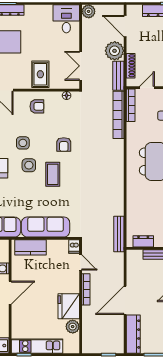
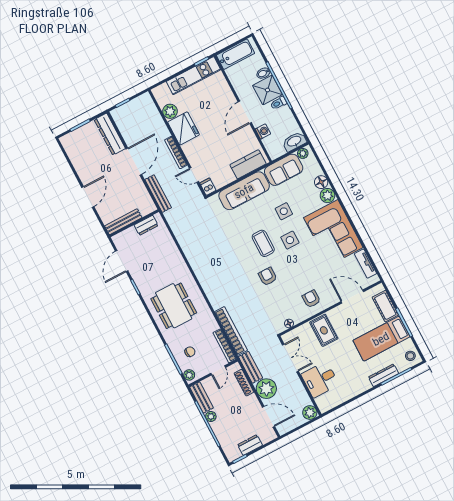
desk: (66, 19) -> (320, 379), moved, turned 90
armchair: (37, 106) -> (311, 299), turned 90
side table: (23, 143) -> (284, 211), moved
bench: (119, 234) -> (158, 194), moved

